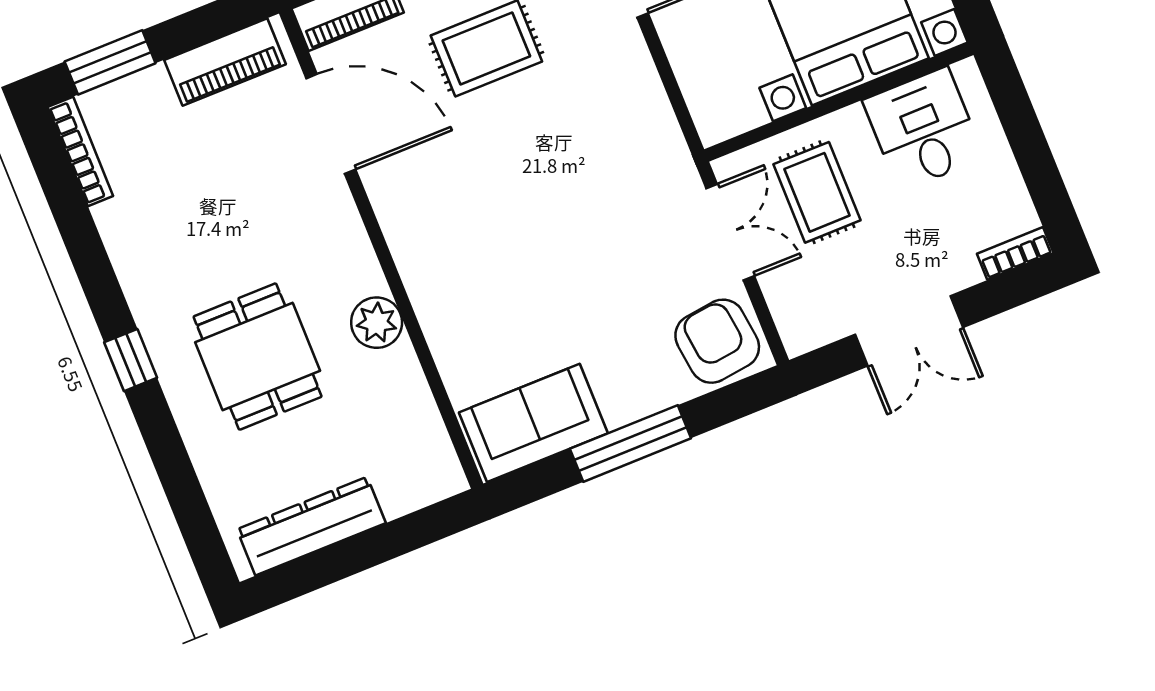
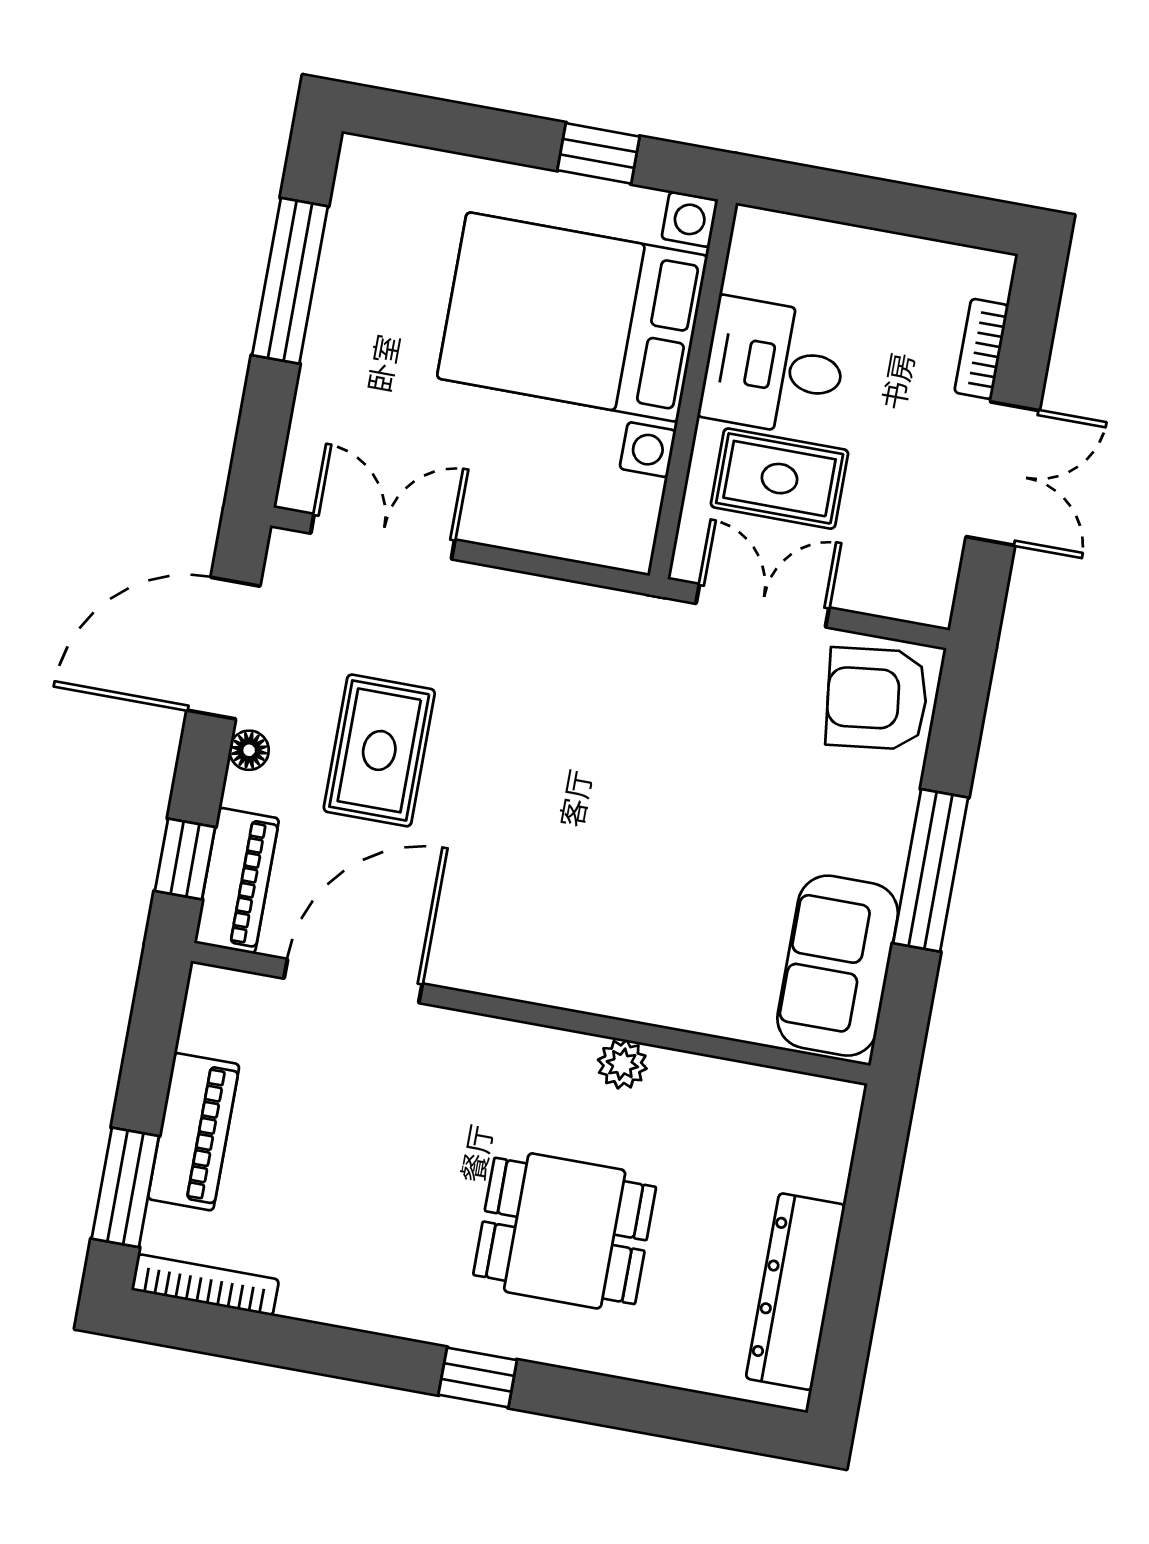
piano: (225, 62) -> (194, 1132), moved
desk: (923, 129) -> (774, 367), moved
bookcase: (1015, 253) -> (982, 349), moved
plant: (377, 323) -> (622, 1064), width x0.73, depth x0.73

